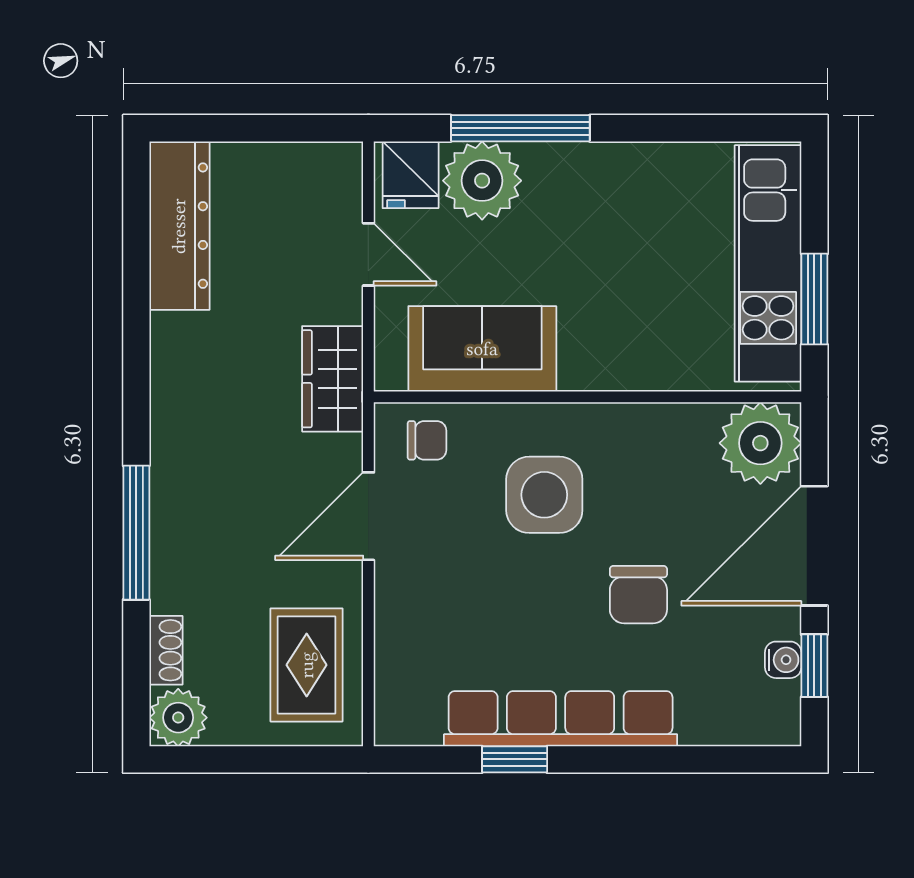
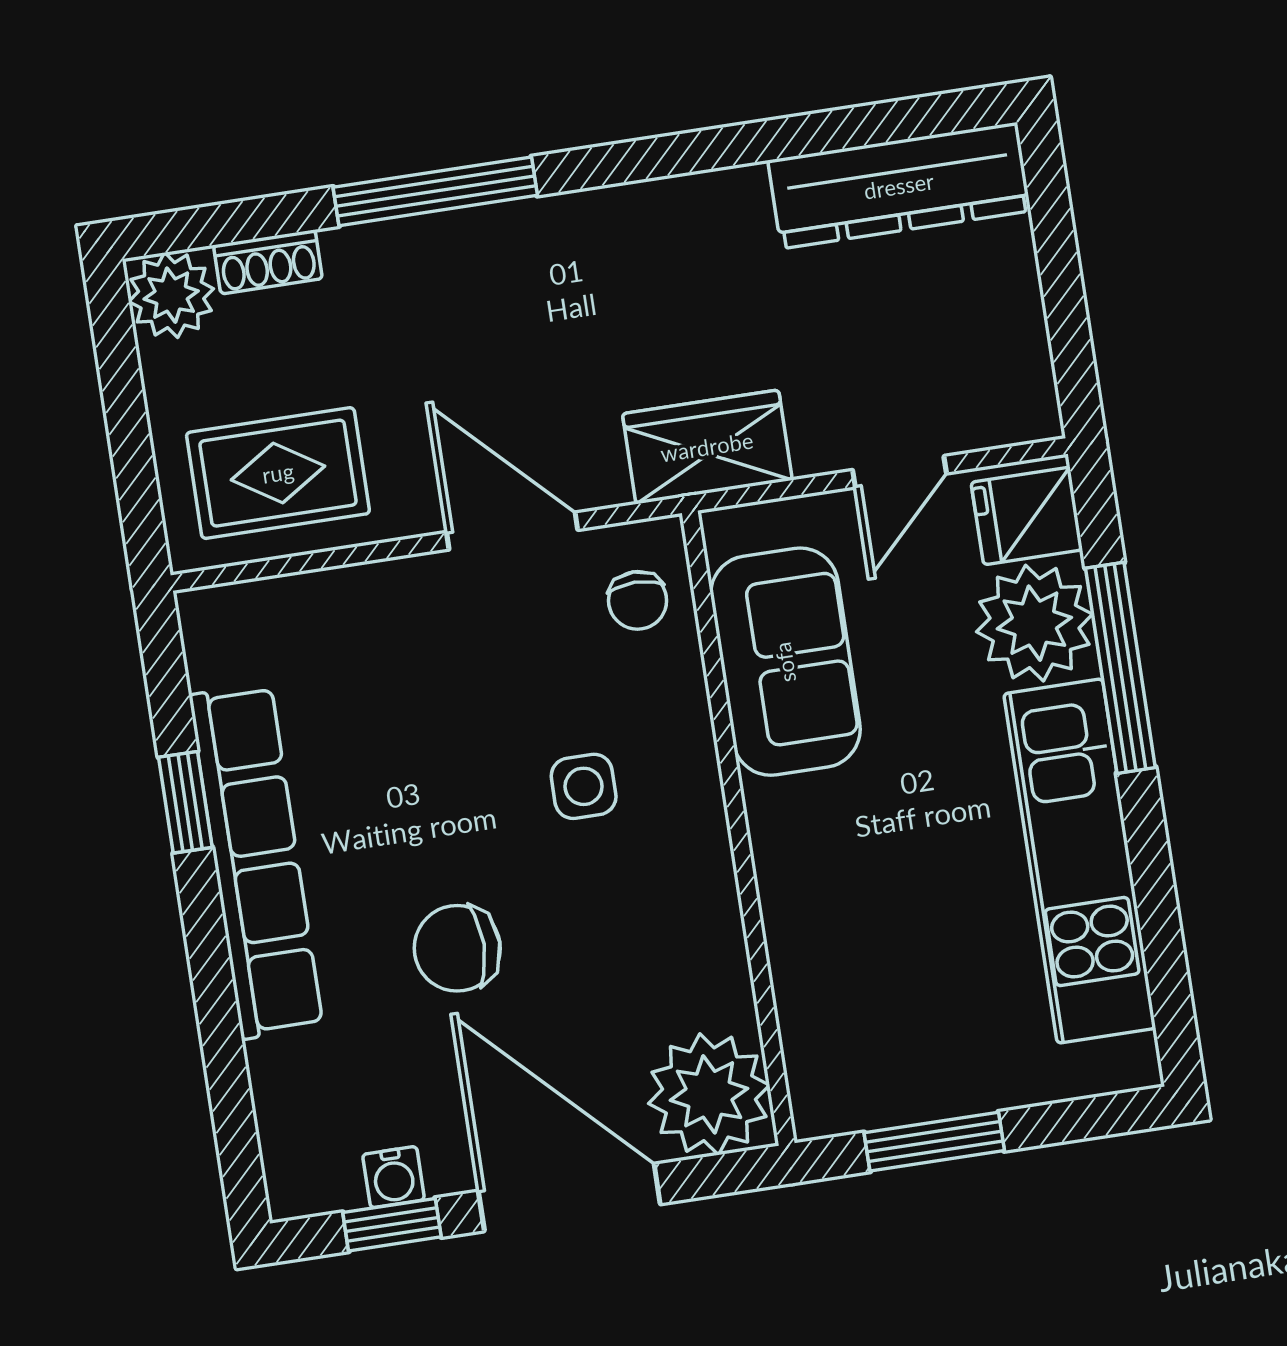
kitchen unit: (768, 263) -> (1080, 861), moved, turned -90
side table: (544, 495) -> (584, 786), width x0.54, depth x0.54

